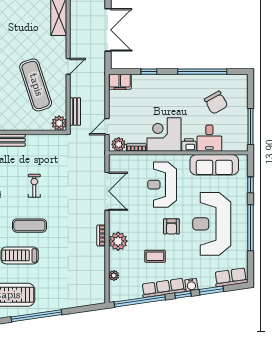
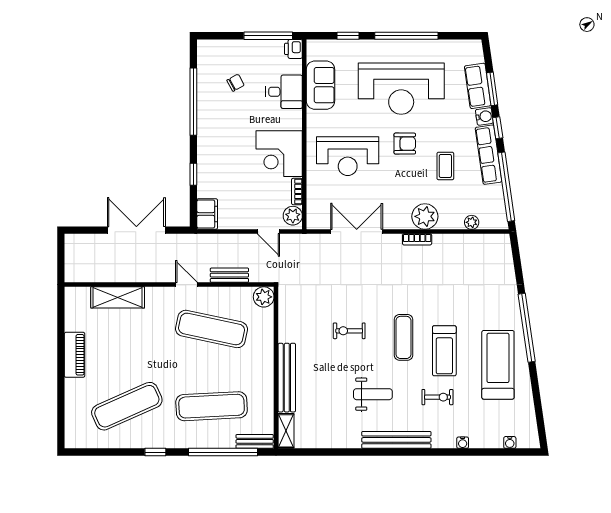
exercise mat: (36, 85) -> (212, 329), turned 30
chair: (216, 103) -> (236, 83), width x0.54, depth x0.54
bench: (75, 112) -> (229, 275), moved
printer: (189, 145) -> (293, 49), moved
sofa: (214, 165) -> (321, 85), width x0.73
row of seats: (231, 277) -> (478, 86), moved

